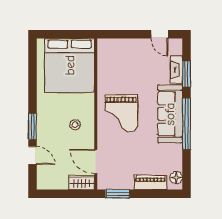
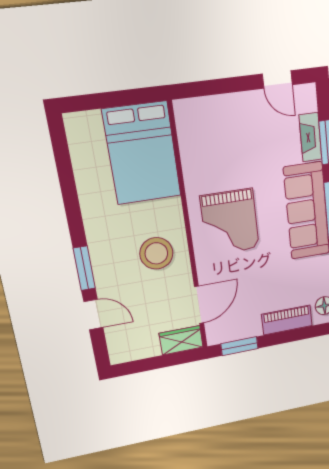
bed: (70, 65) -> (142, 153), width x0.73
stool: (75, 125) -> (156, 253), width x1.89, depth x1.89
door: (96, 161) -> (199, 305), swing flipped

